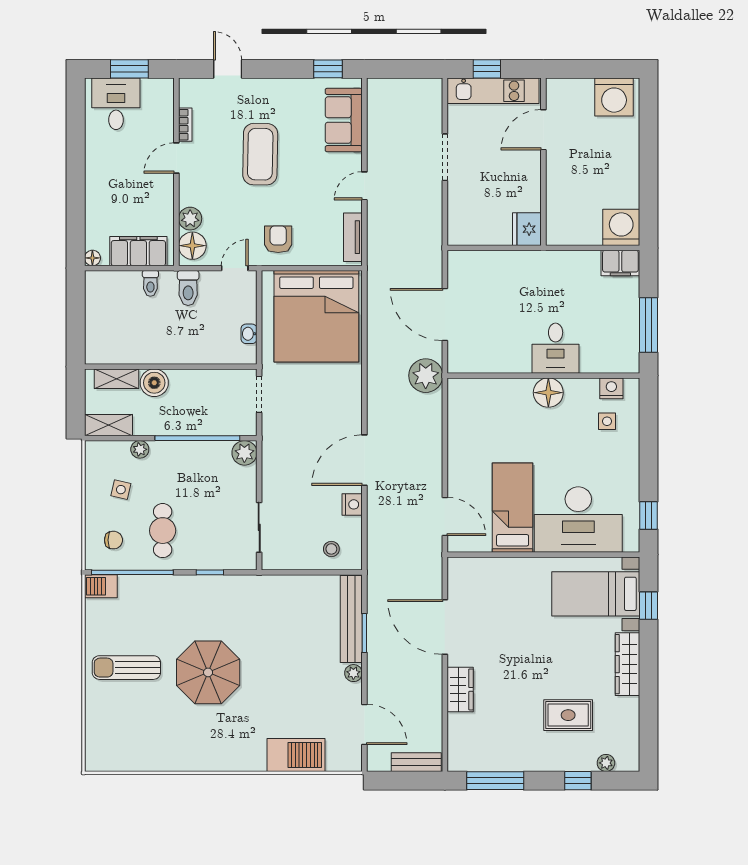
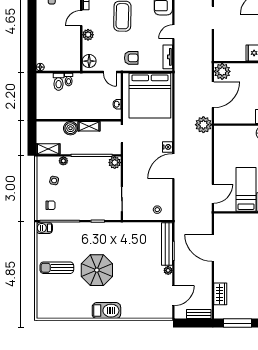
plant: (190, 219) -> (88, 35), moved
armchair: (278, 239) -> (131, 58), turned 90
filing cabinet: (138, 251) -> (63, 64), removed
plant: (464, 267) -> (222, 71), added
door: (235, 268) -> (110, 72), swing flipped
toilet: (188, 288) -> (59, 82), moved
door: (445, 315) -> (213, 95), swing flipped
shelving: (116, 379) -> (89, 126), moved
nightstand: (352, 504) -> (167, 147), moved
door: (445, 516) -> (213, 194), hinge flipped
cafe table: (163, 531) -> (75, 201), removed
wardrobe: (460, 689) -> (220, 294), moved
door: (364, 724) -> (173, 296), hinge flipped
barbecue: (296, 755) -> (106, 311), moved

